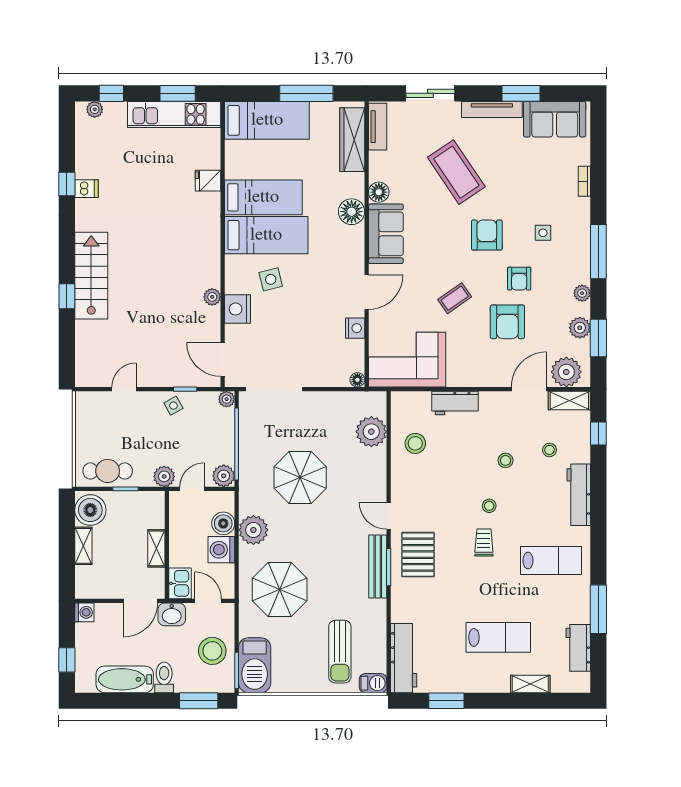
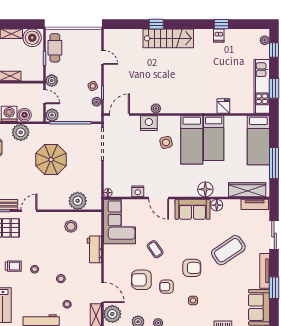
plant: (227, 399) -> (97, 102), moved

